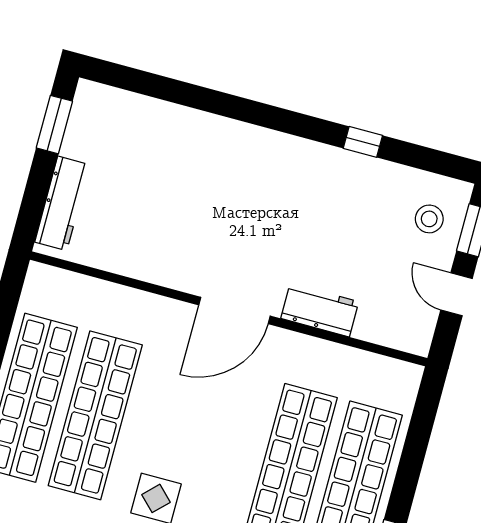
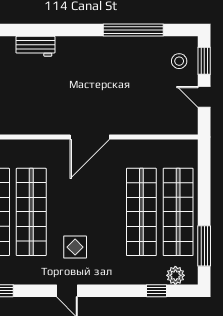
window: (363, 142) -> (133, 30), width x3.17
workbench: (320, 310) -> (35, 46), moved, turned 180

